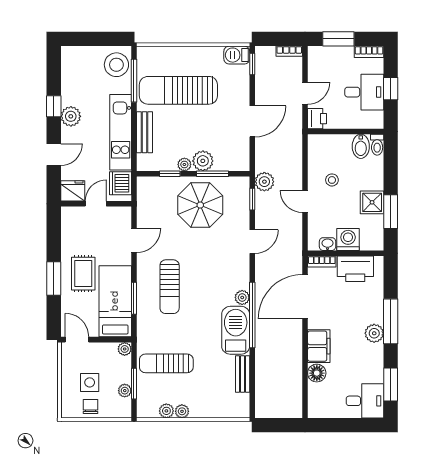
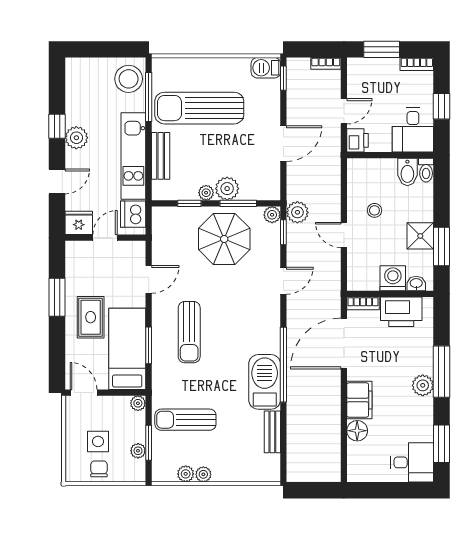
desk: (364, 92) -> (413, 130), moved, turned 90
washbasin: (328, 244) -> (416, 284), moved
window: (54, 279) -> (57, 297), moved
plant: (242, 297) -> (272, 215), moved

